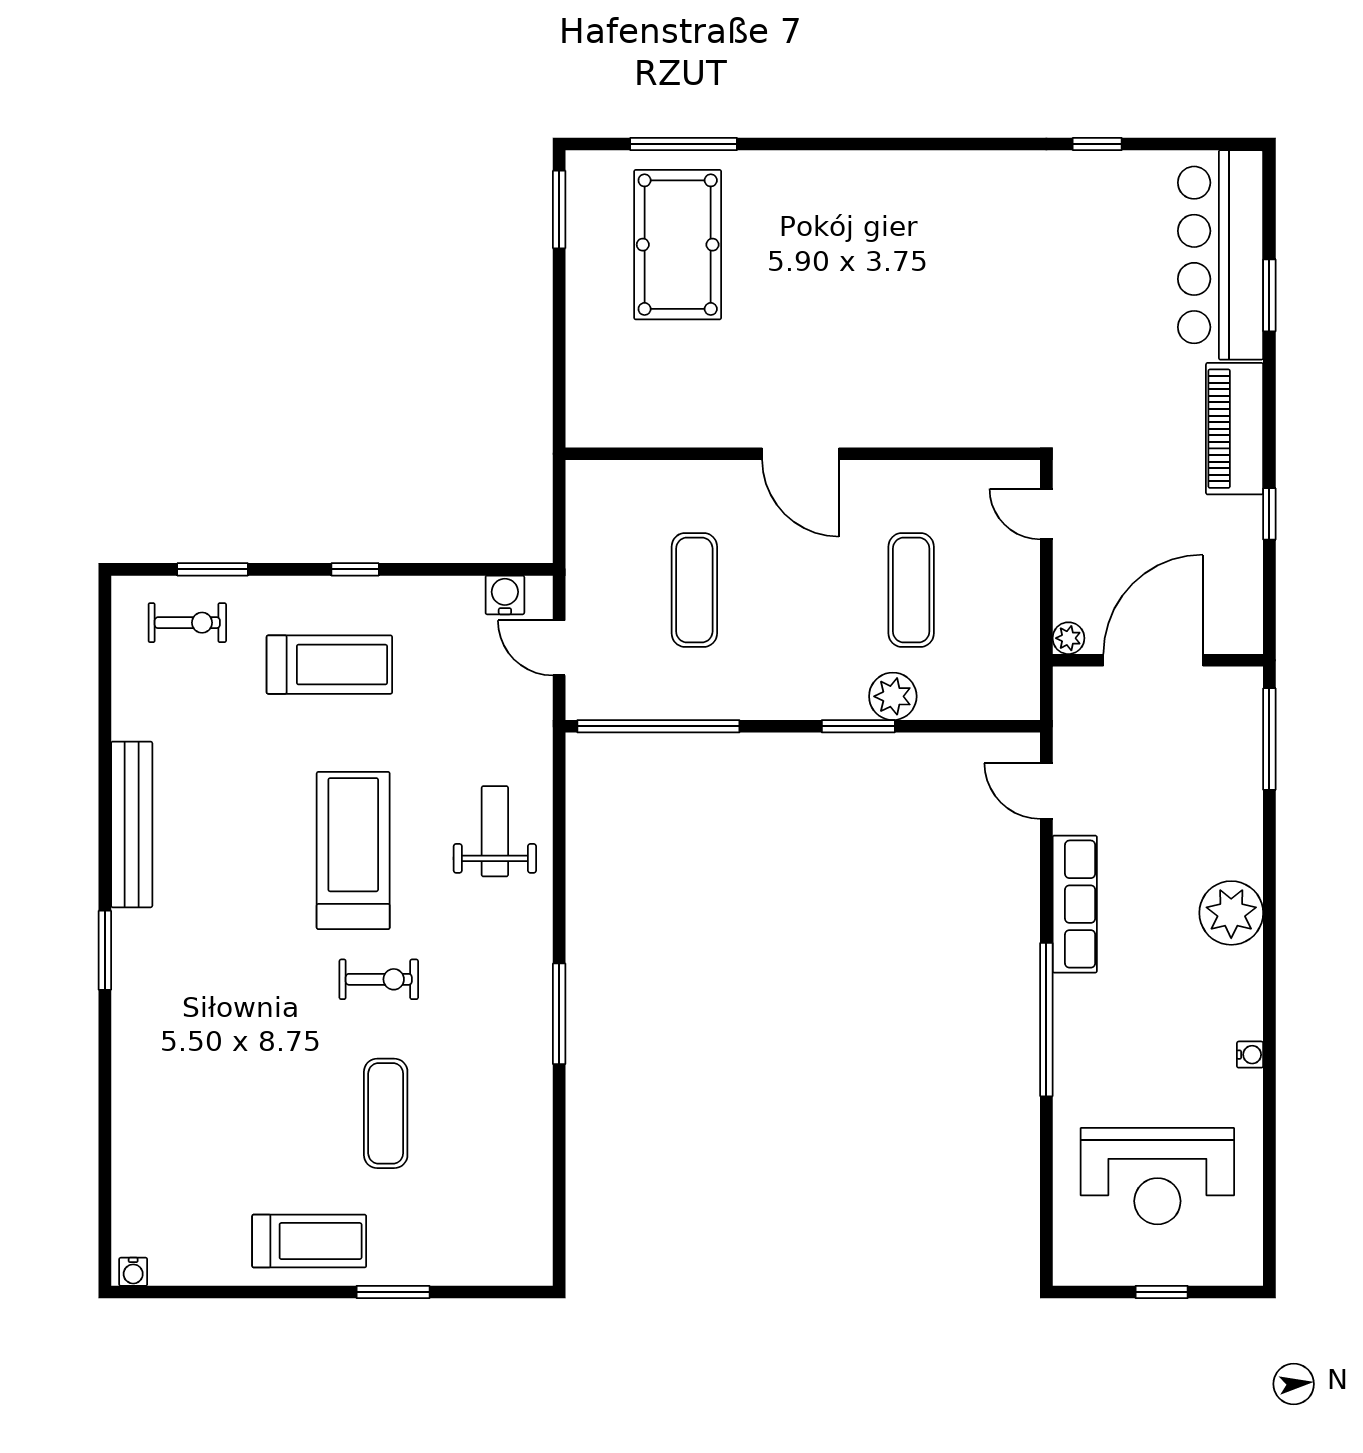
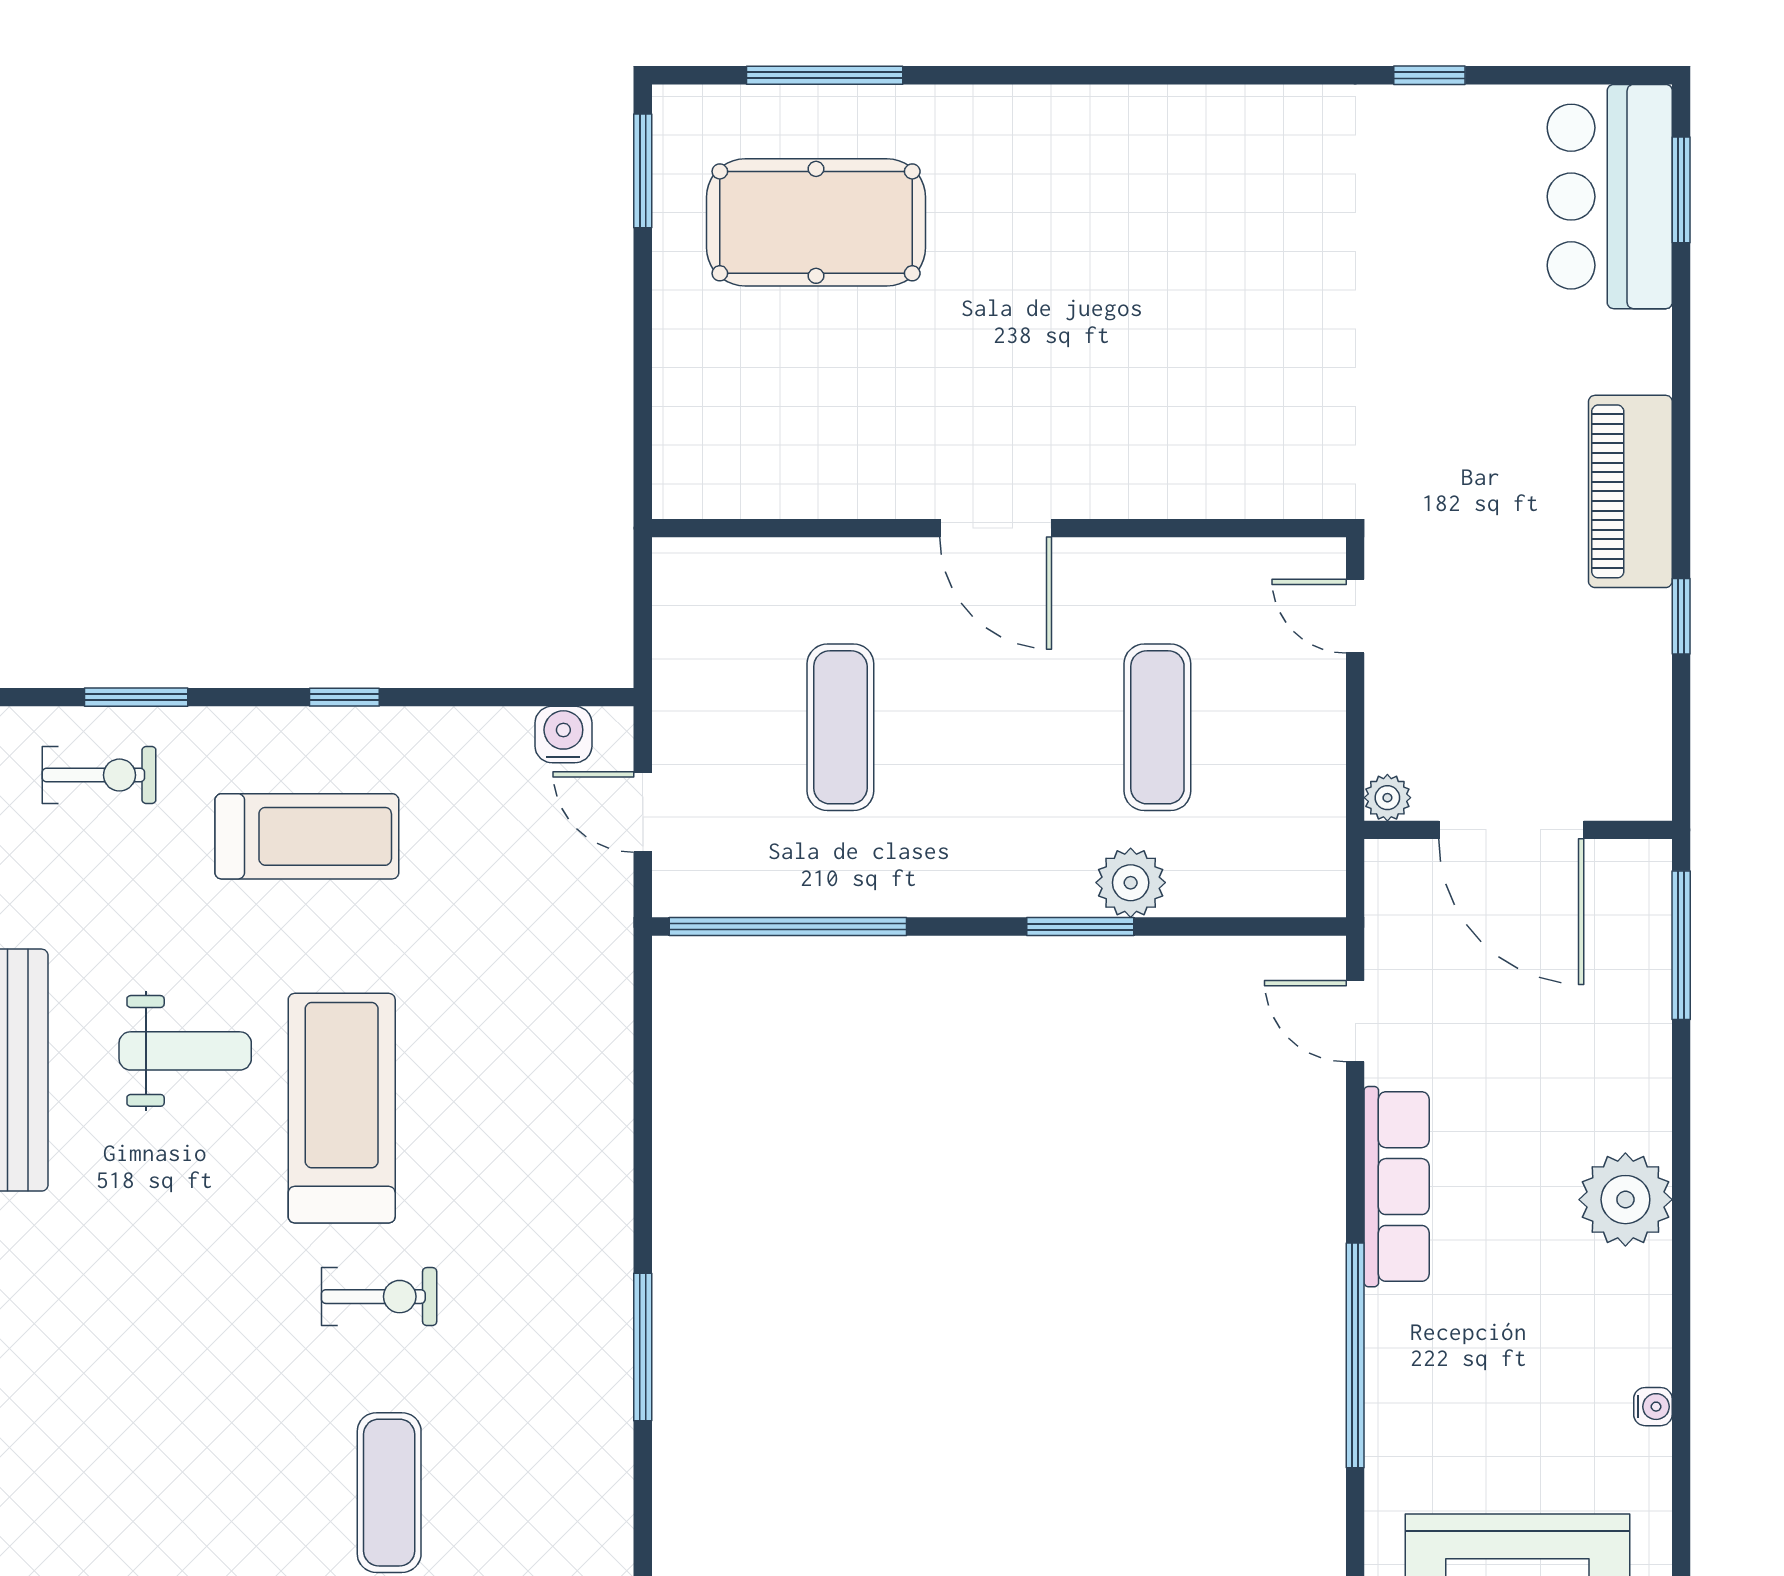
pool table: (678, 245) -> (816, 222), turned 90
bar counter: (1221, 255) -> (1610, 197), width x0.73
window: (1269, 295) -> (1681, 190), moved
door: (1153, 660) -> (1511, 830), swing flipped
weight bench: (495, 831) -> (185, 1051), moved, turned 90

